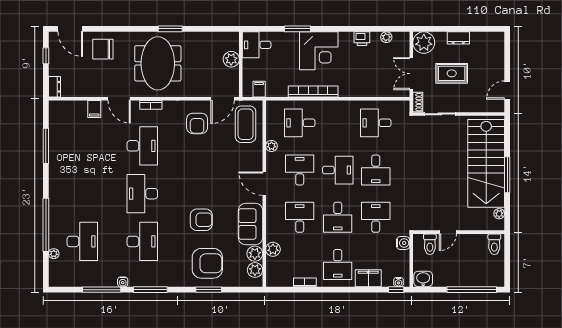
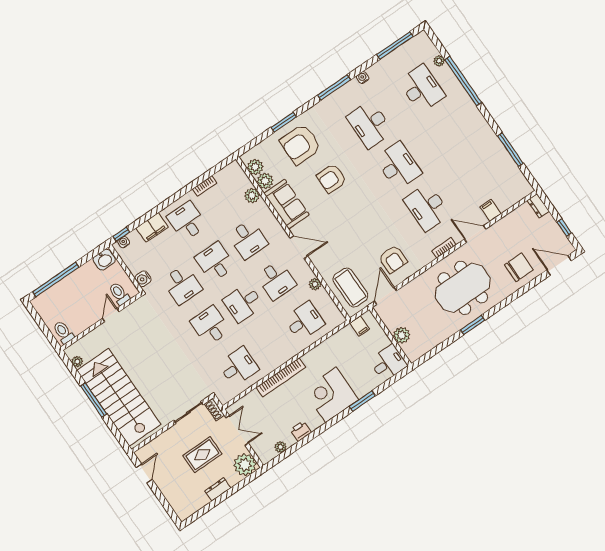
meeting table: (158, 63) -> (463, 288), turned 90
bookcase: (313, 92) -> (281, 377), moved
armchair: (197, 123) -> (393, 259), turned 180
desk: (82, 241) -> (422, 88), turned 180
window: (102, 290) -> (395, 45), moved

